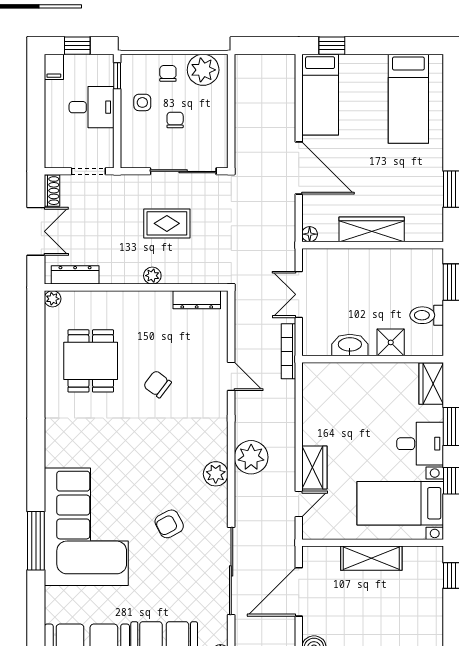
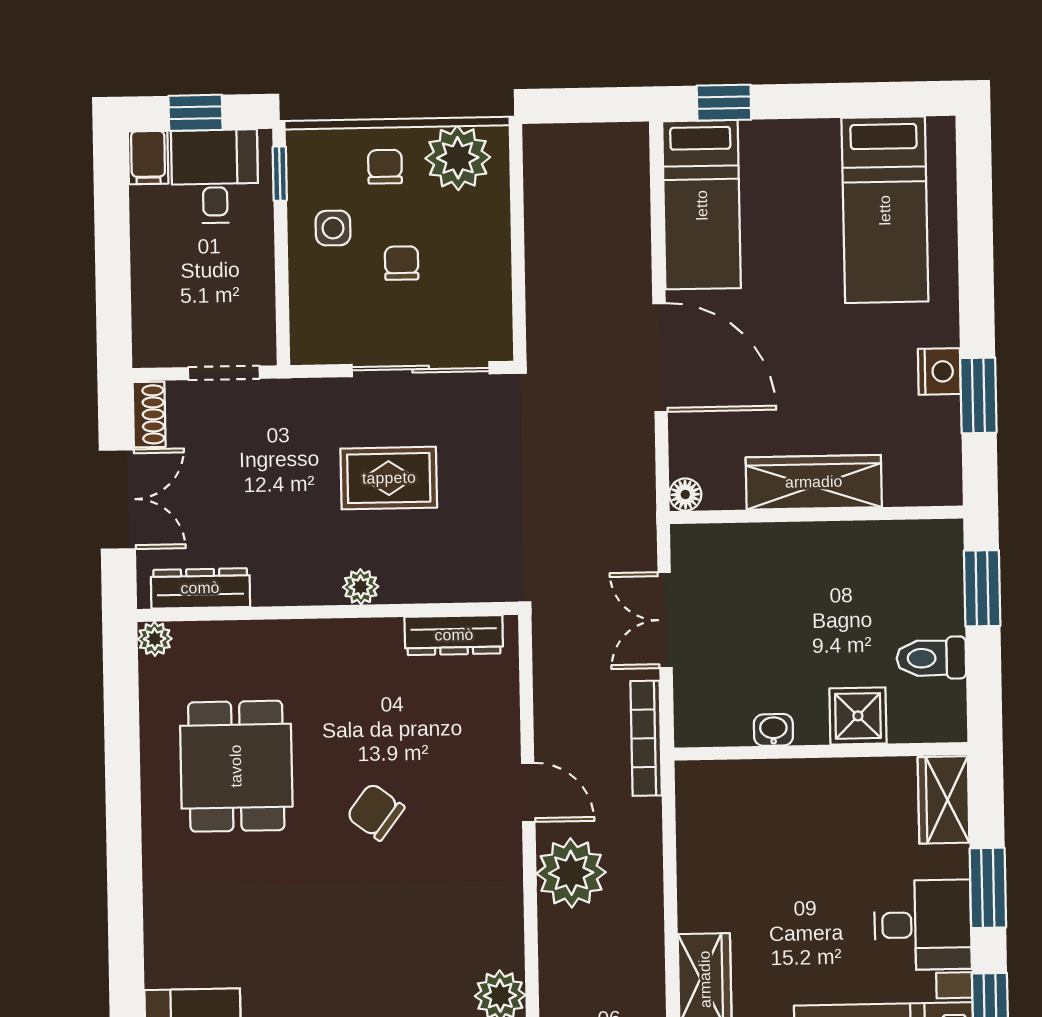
desk: (92, 107) -> (215, 176), moved, turned -90
nightstand: (433, 177) -> (939, 371), added
washbasin: (350, 345) -> (773, 730), width x0.52, depth x0.69
plant: (251, 457) -> (571, 873), moved

